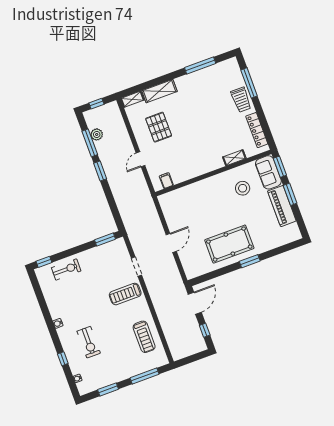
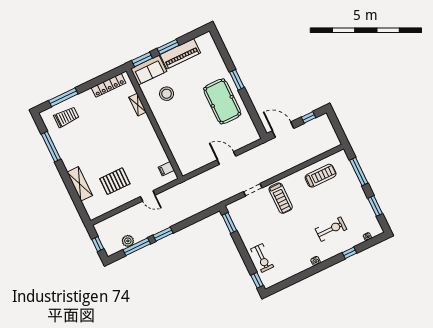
shelving: (132, 99) -> (90, 209), removed
trolley: (241, 100) -> (66, 117), moved
exercise bike: (66, 269) -> (262, 258), turned 180

